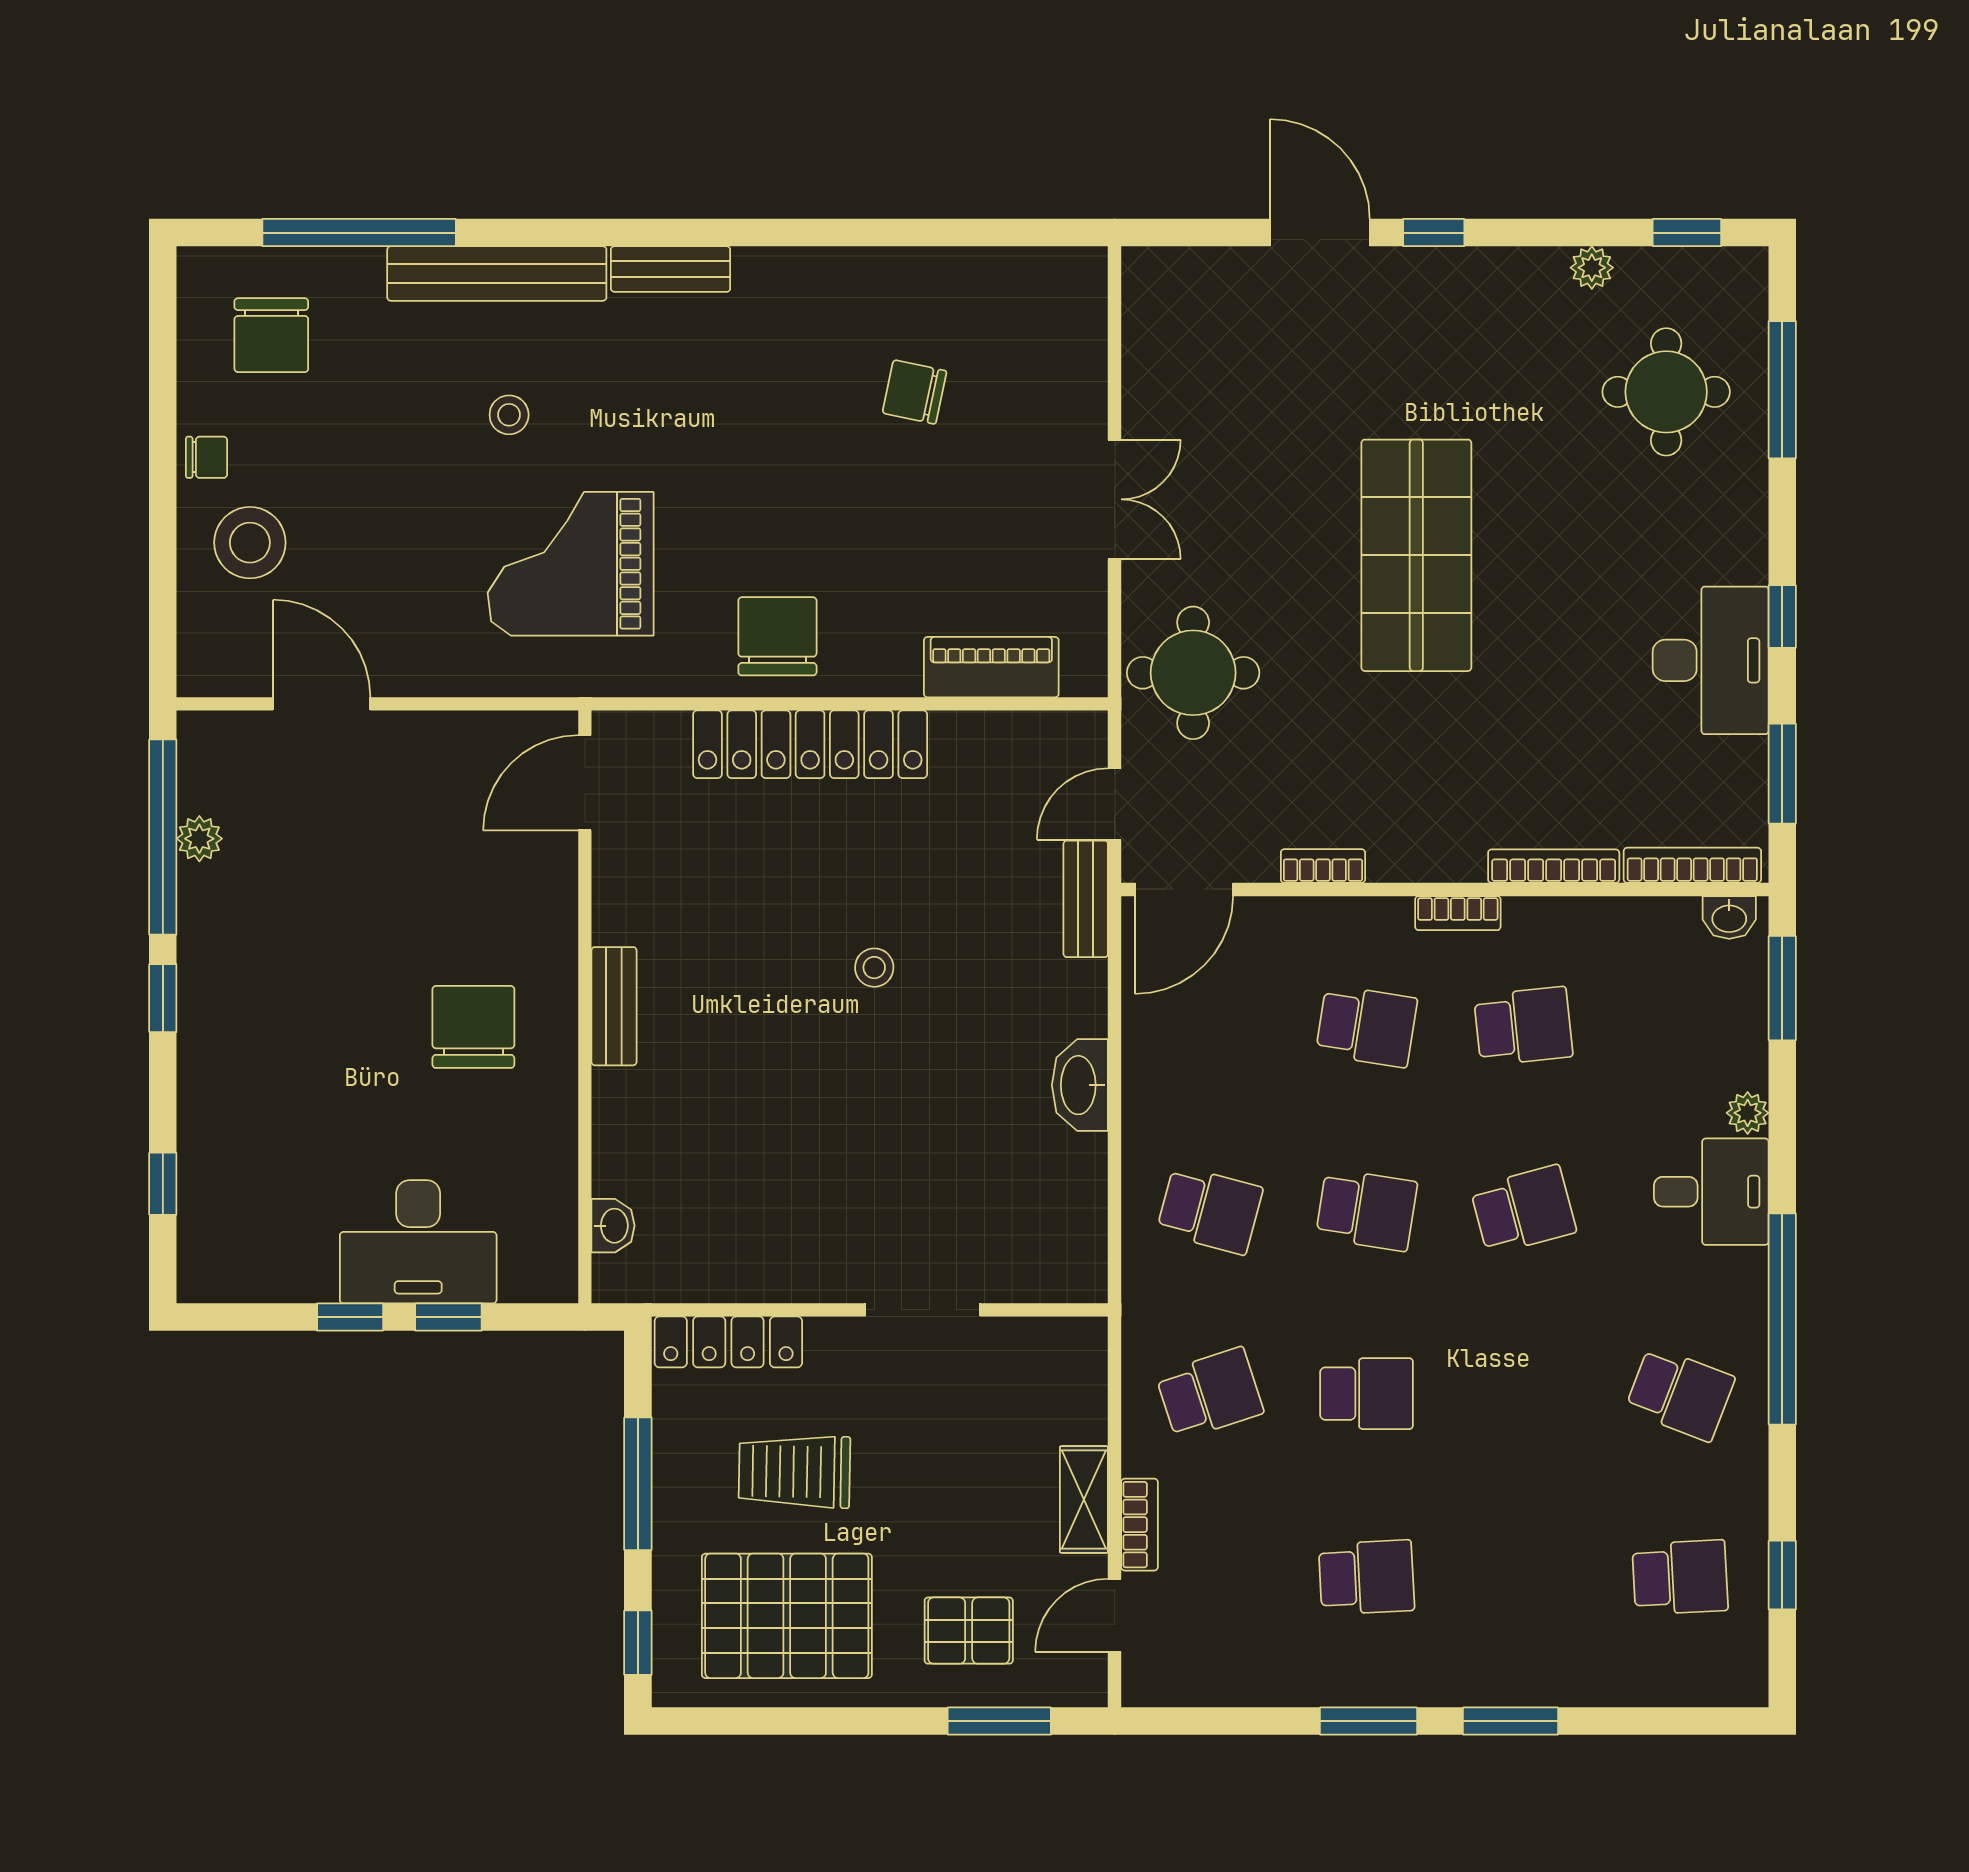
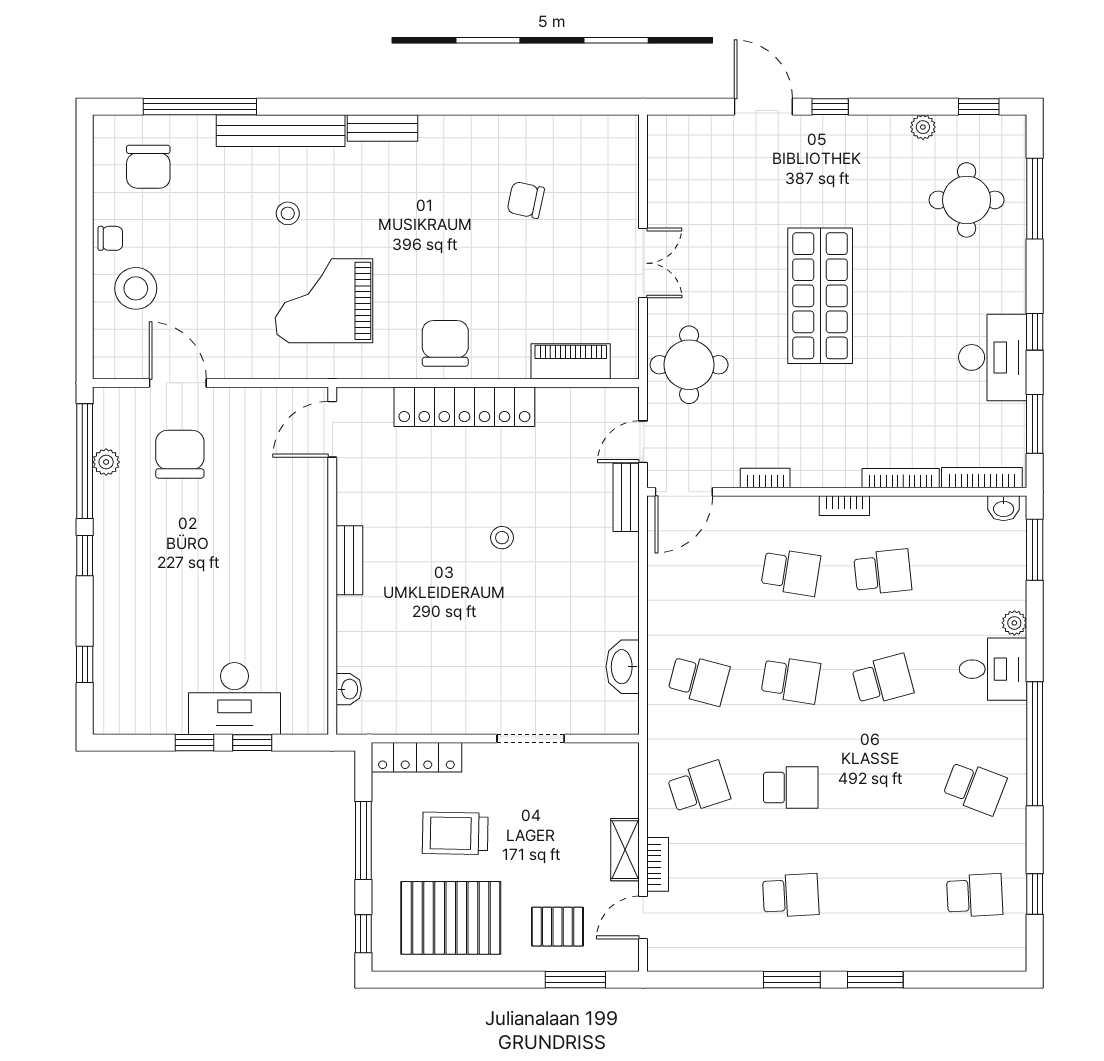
chair: (473, 1027) -> (180, 454), moved
washbasin: (1080, 1085) -> (623, 667), moved

